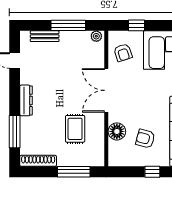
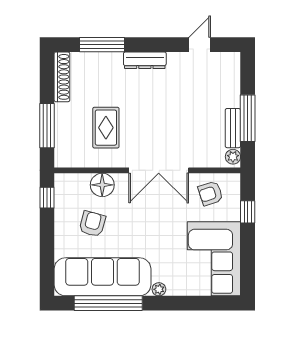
bench: (45, 36) -> (233, 128), moved
double door: (106, 90) -> (159, 170), swing flipped
rug: (75, 129) -> (106, 128), turned 90
window: (152, 172) -> (47, 198), moved

